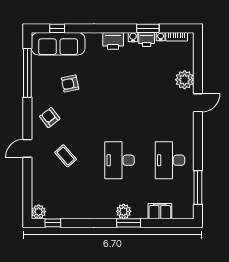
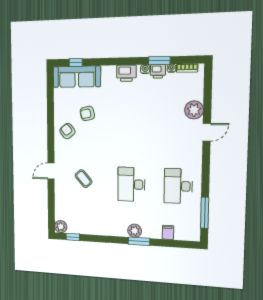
window: (27, 73) -> (50, 104), removed
armchair: (50, 118) -> (67, 131), moved
filing cabinet: (160, 211) -> (168, 232), width x0.50

